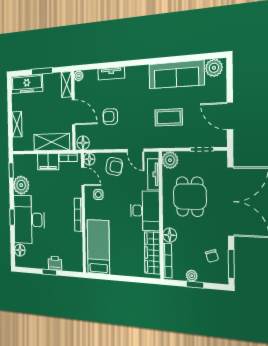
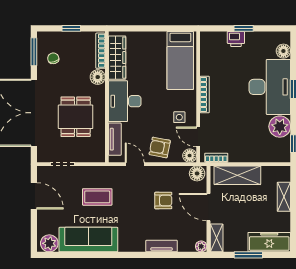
plant: (170, 160) -> (96, 154), removed
filing cabinet: (48, 162) -> (243, 153), removed
plant: (192, 276) -> (74, 37), removed

